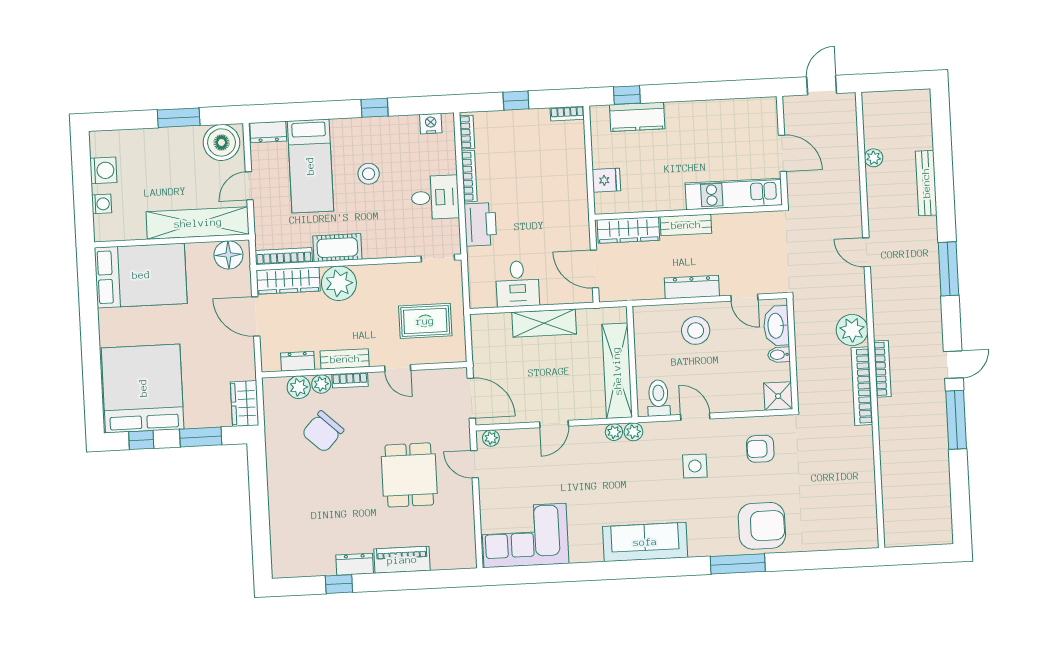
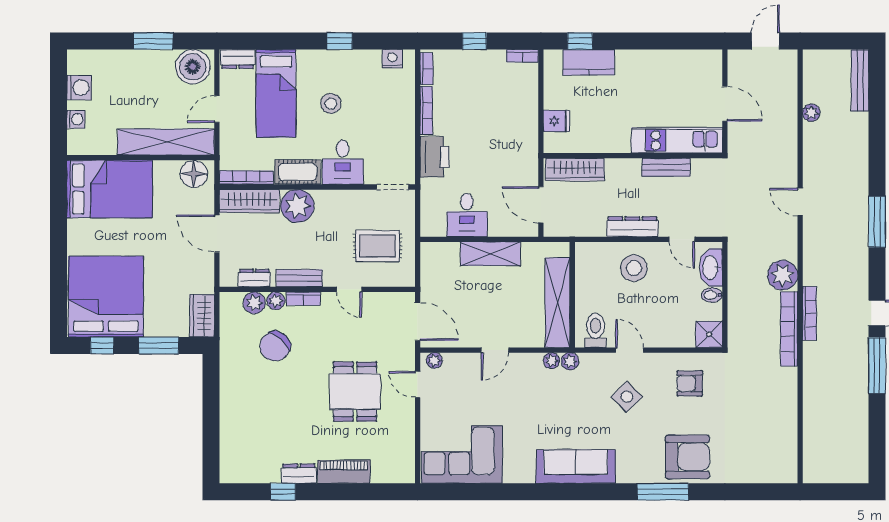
bench: (926, 183) -> (860, 80), moved
desk: (435, 197) -> (343, 162), moved, turned 90
bench: (686, 225) -> (666, 167), moved
side table: (695, 466) -> (627, 397), turned 45

